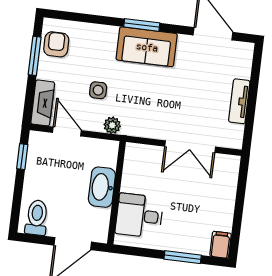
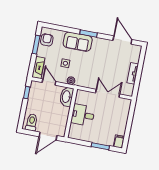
sofa: (147, 47) -> (78, 42), moved
double door: (190, 147) -> (108, 93), swing flipped
washbasin: (102, 187) -> (67, 97), moved
desk: (139, 216) -> (83, 115), moved

